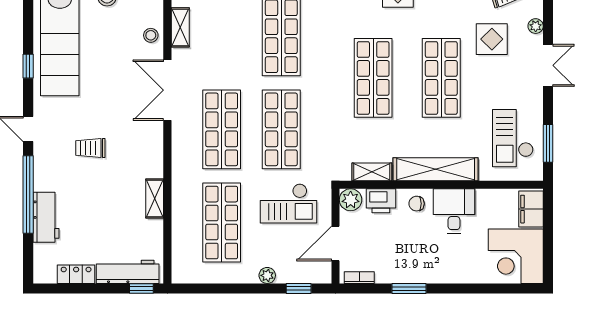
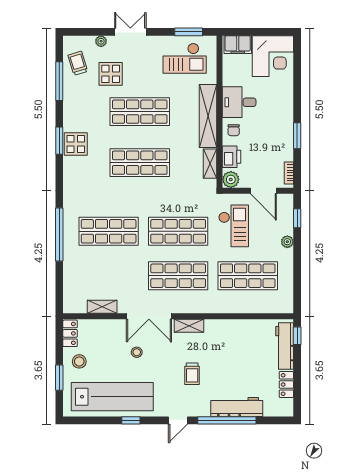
stool: (151, 35) -> (137, 352), moved
shelving: (155, 199) -> (189, 326), moved
workbench: (46, 217) -> (237, 407), width x1.37

